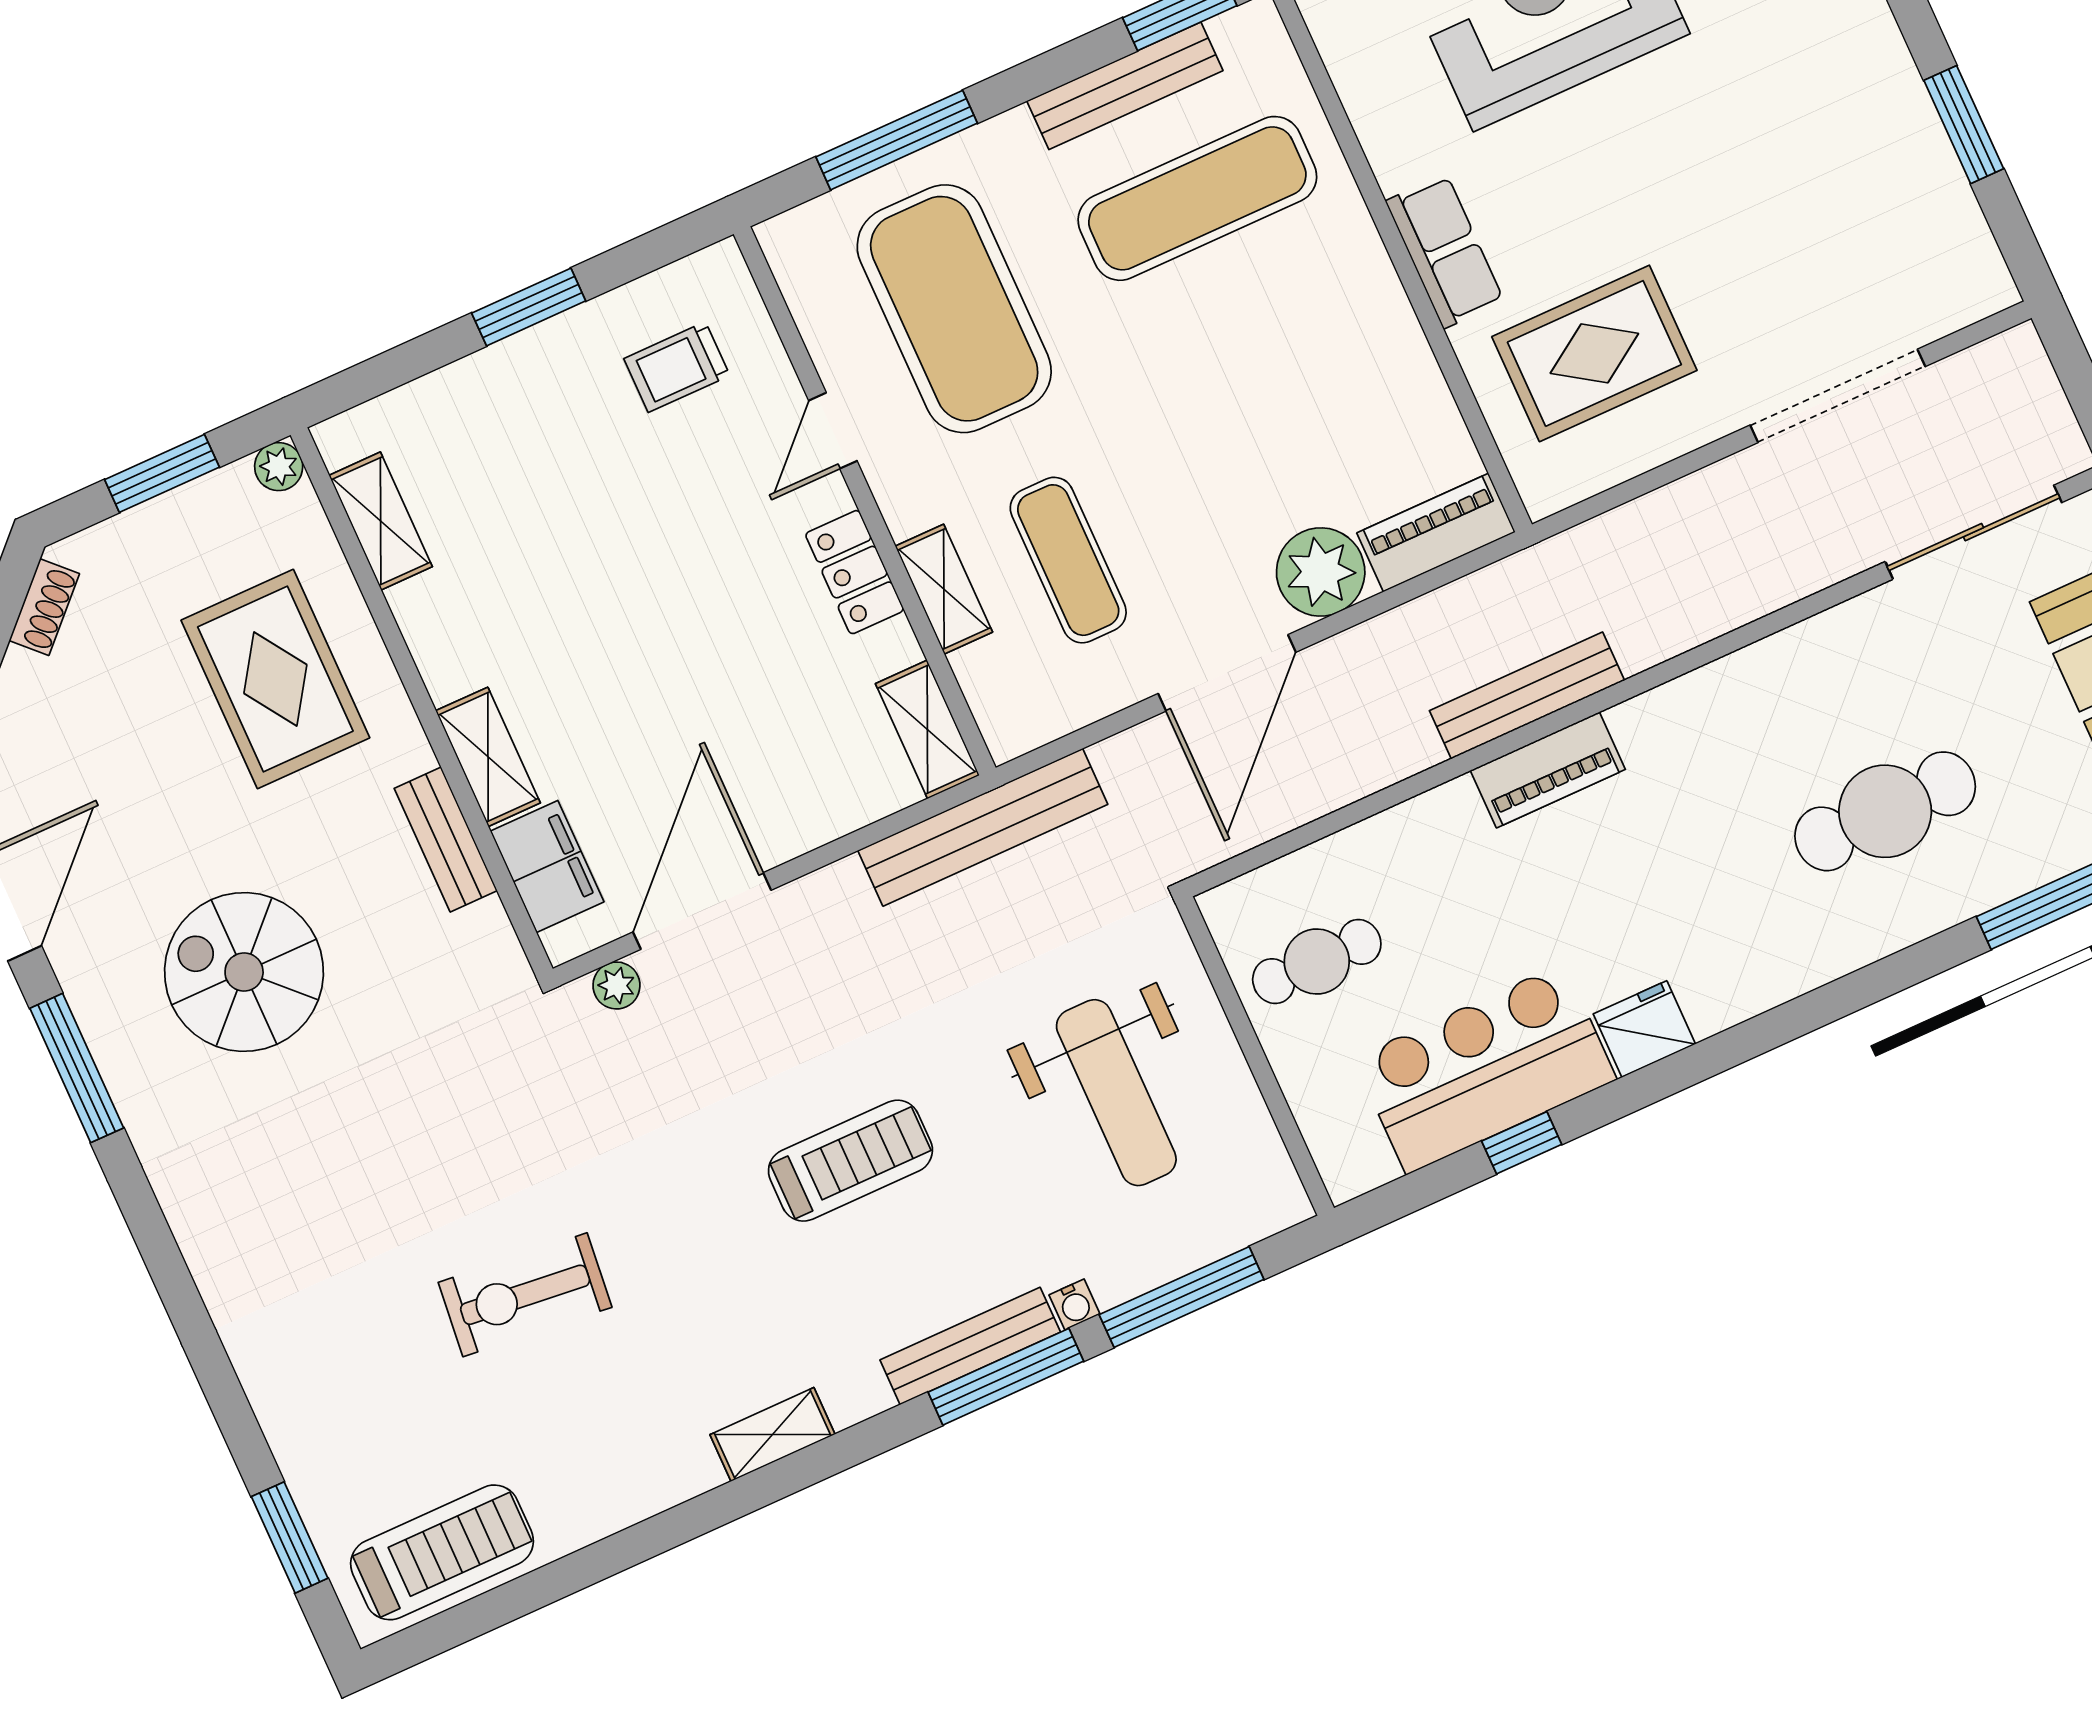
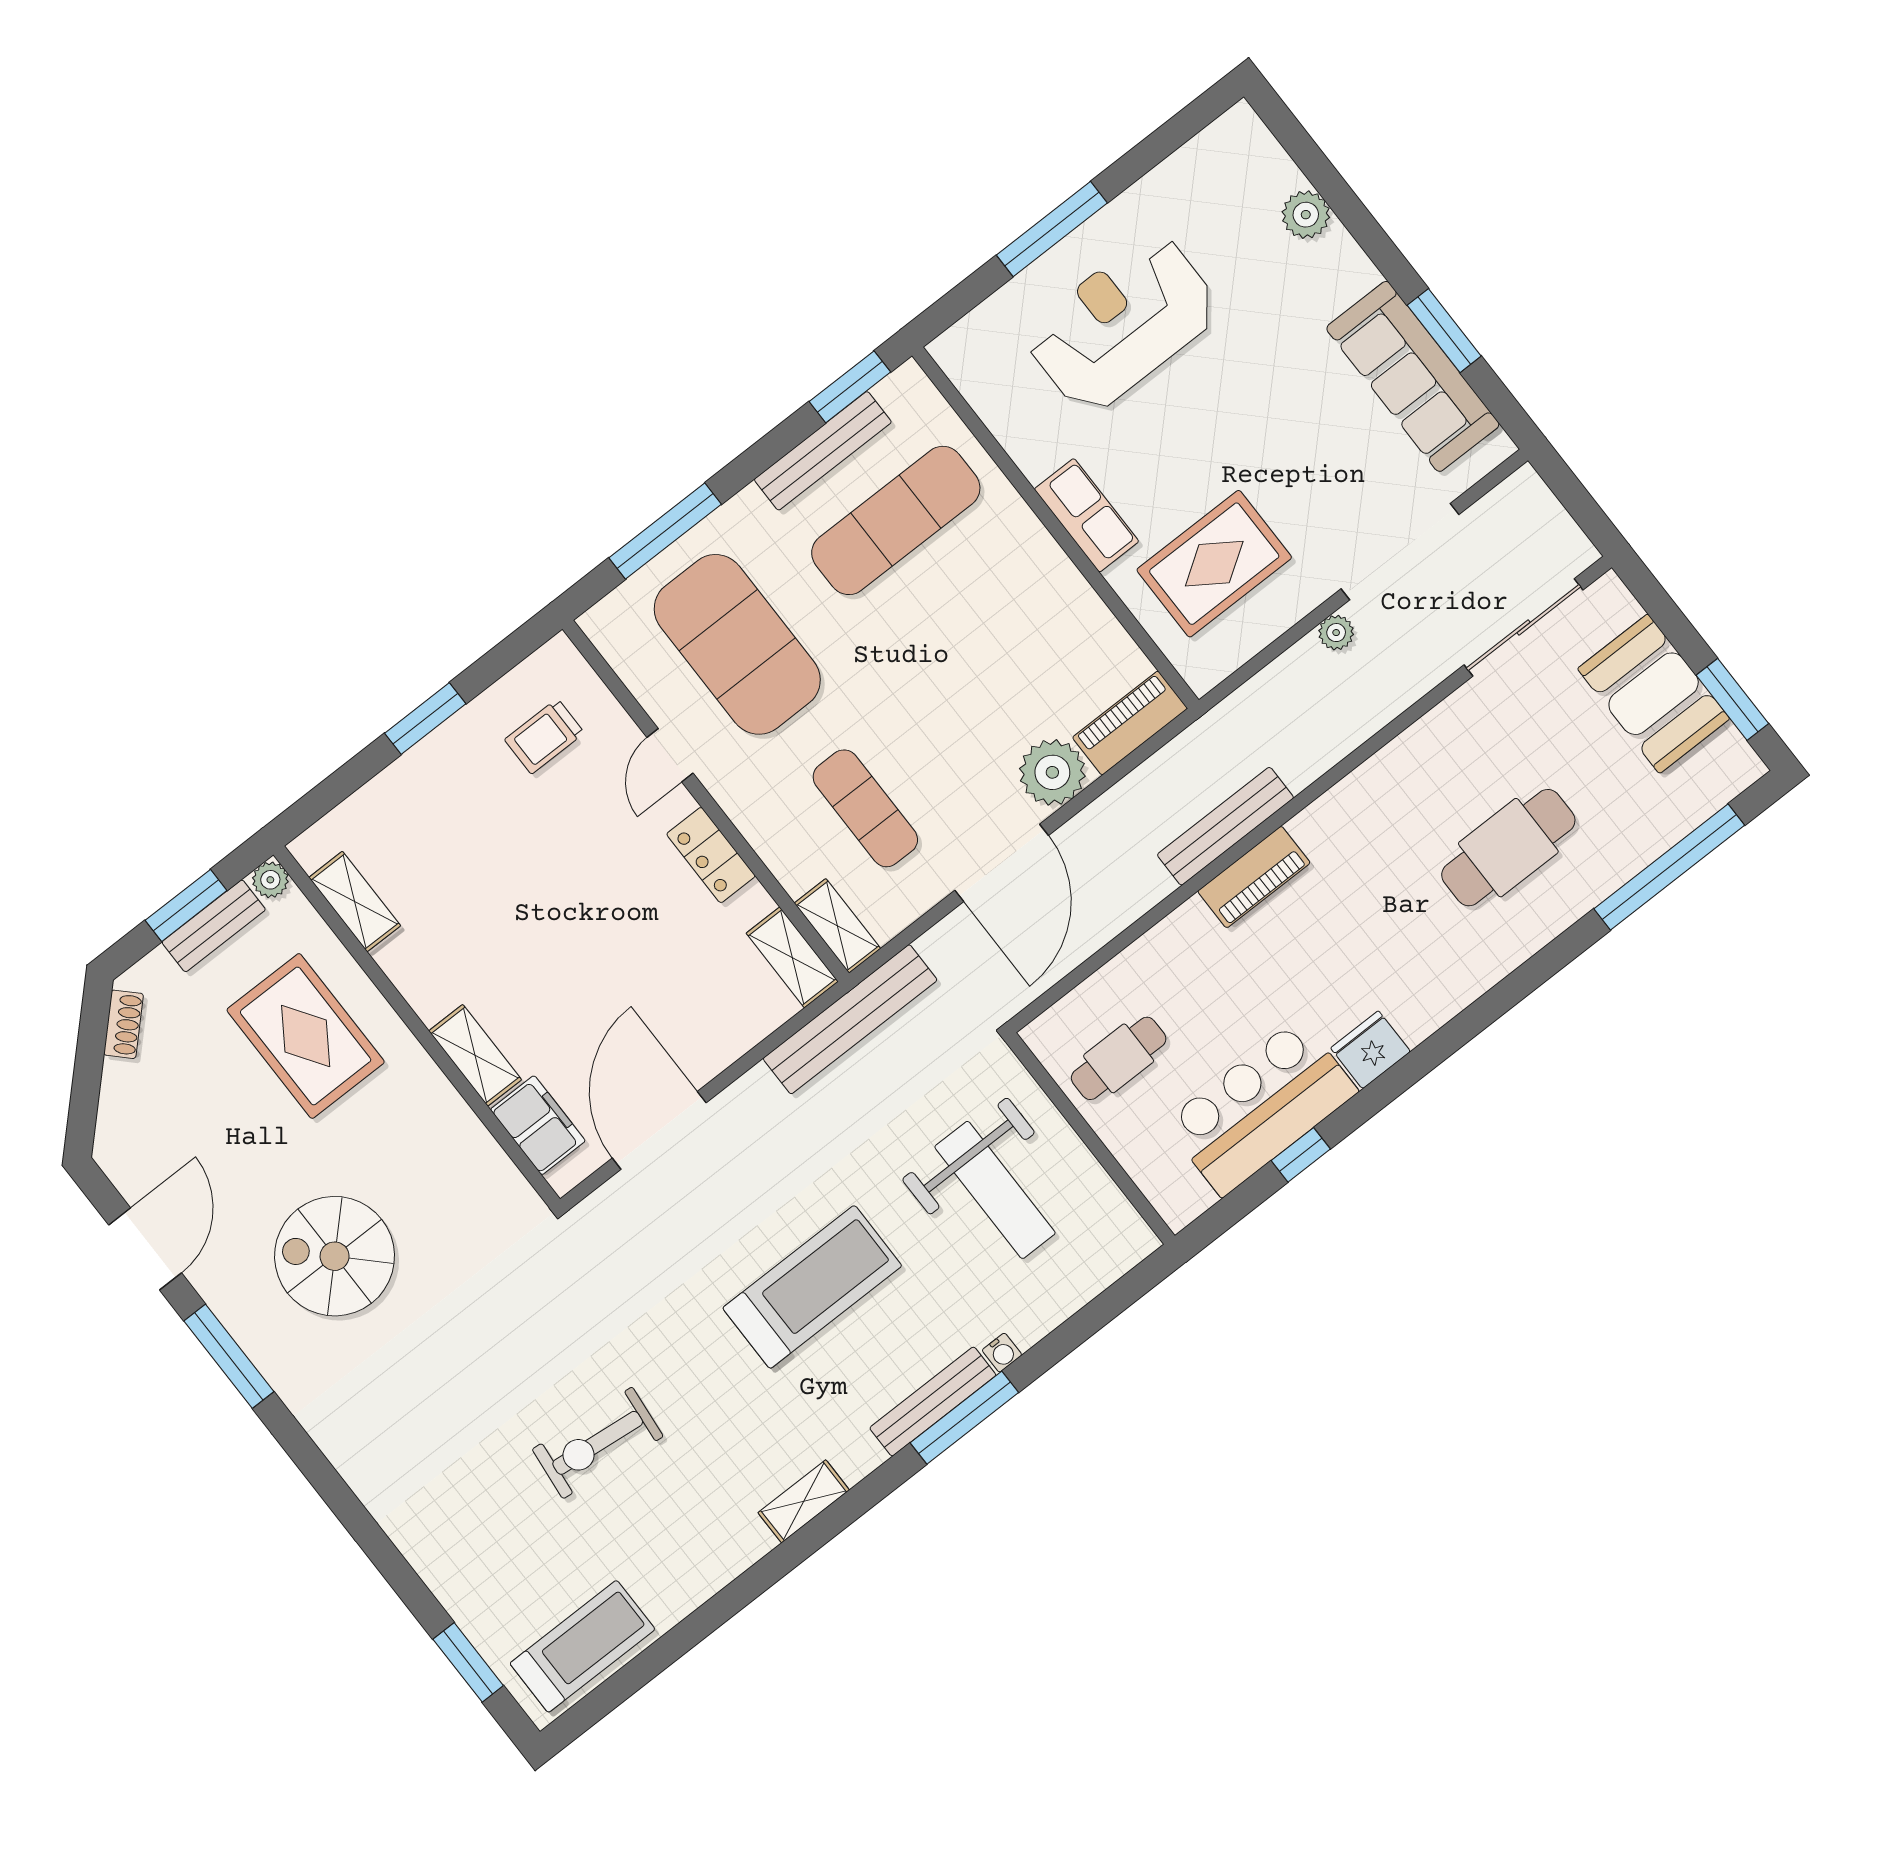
sofa: (1909, 174) -> (1413, 376), added
shelving: (944, 589) -> (837, 926), moved
bench: (446, 840) -> (214, 926), moved, turned 90
plant: (616, 985) -> (1336, 633), moved
treadmill: (850, 1161) -> (812, 1287), width x1.37, depth x1.38
window: (1182, 1297) -> (1079, 1328), removed

